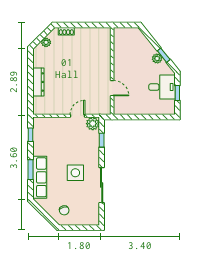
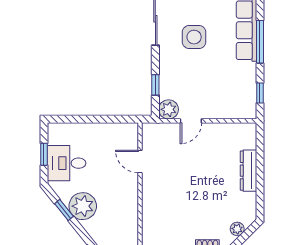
plant: (157, 59) -> (83, 206), width x1.87, depth x1.87
window: (31, 170) -> (260, 42), width x1.44

